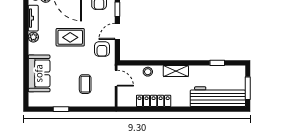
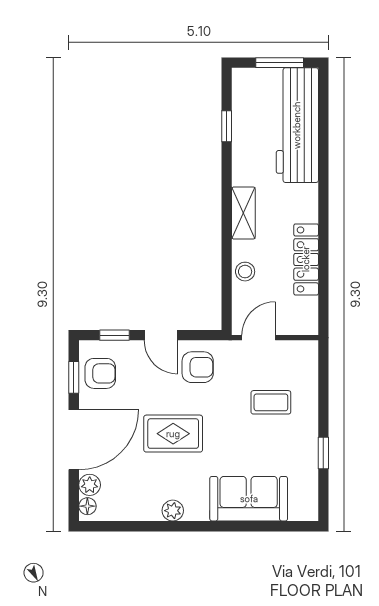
tv unit: (33, 18) -> (133, 511), removed
rug: (70, 37) -> (173, 434), turned 90

